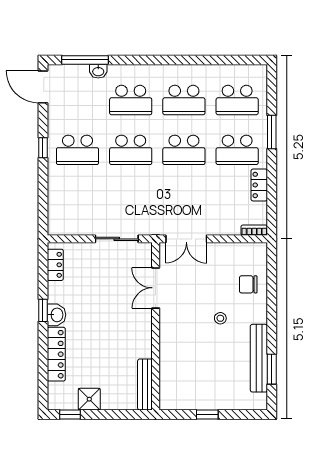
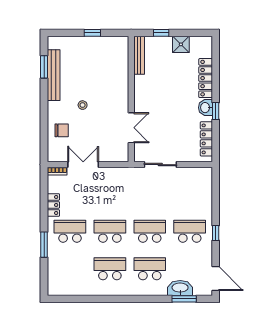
window: (85, 60) -> (184, 299), width x0.69
washbasin: (98, 71) -> (180, 288), width x1.91, depth x1.45
school desk: (237, 100) -> (70, 269), removed
double door: (186, 239) -> (83, 165), moved
locker: (55, 265) -> (206, 139), width x1.53
window: (70, 414) -> (161, 33), moved

